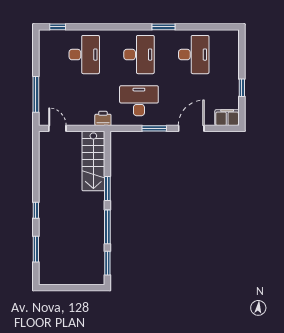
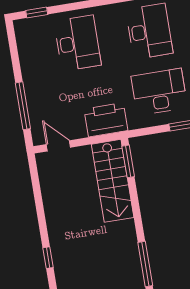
printer: (103, 118) -> (106, 120), width x1.87, depth x1.48
window: (107, 189) -> (128, 161), moved

